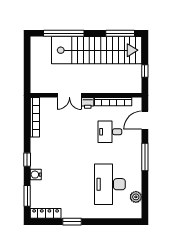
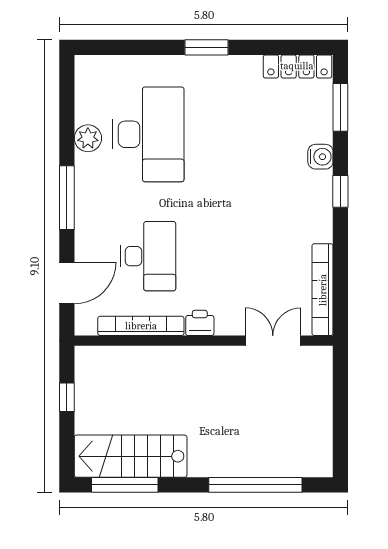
stairs: (97, 50) -> (131, 456), width x0.54, depth x0.66
double door: (69, 95) -> (273, 341), moved
desk: (110, 132) -> (148, 256), width x1.37
plant: (136, 197) -> (88, 138), moved
window: (72, 222) -> (206, 47), moved

